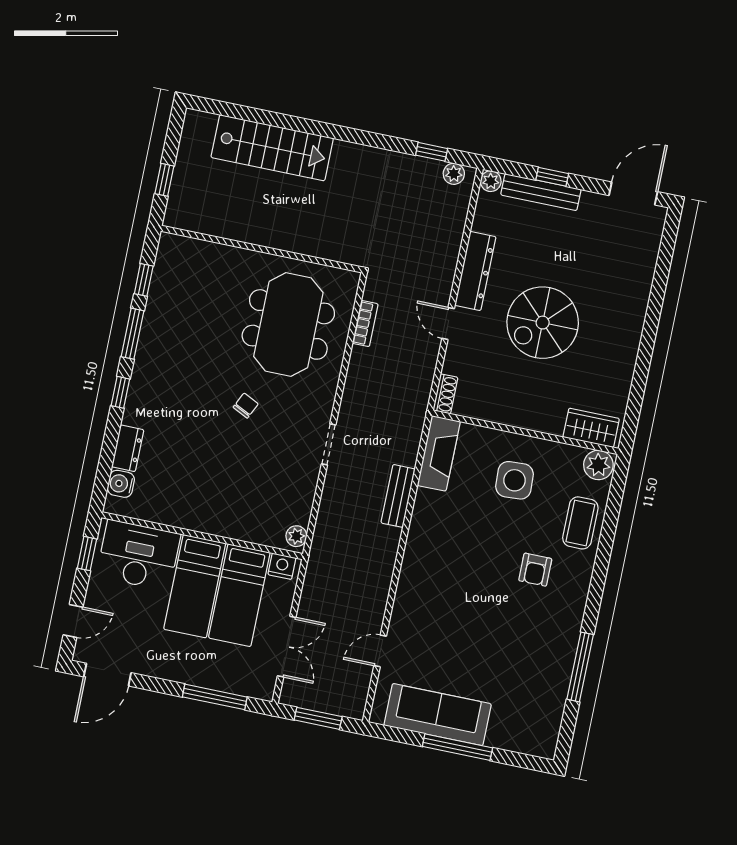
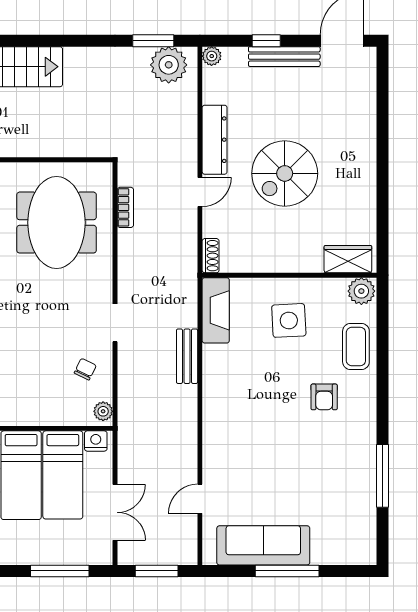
window: (432, 152) -> (153, 41), width x1.50
plant: (454, 174) -> (169, 65), width x1.88, depth x1.88
bench: (541, 192) -> (284, 57), moved
door: (448, 323) -> (200, 192), swing flipped
chair: (246, 406) -> (85, 369), moved

